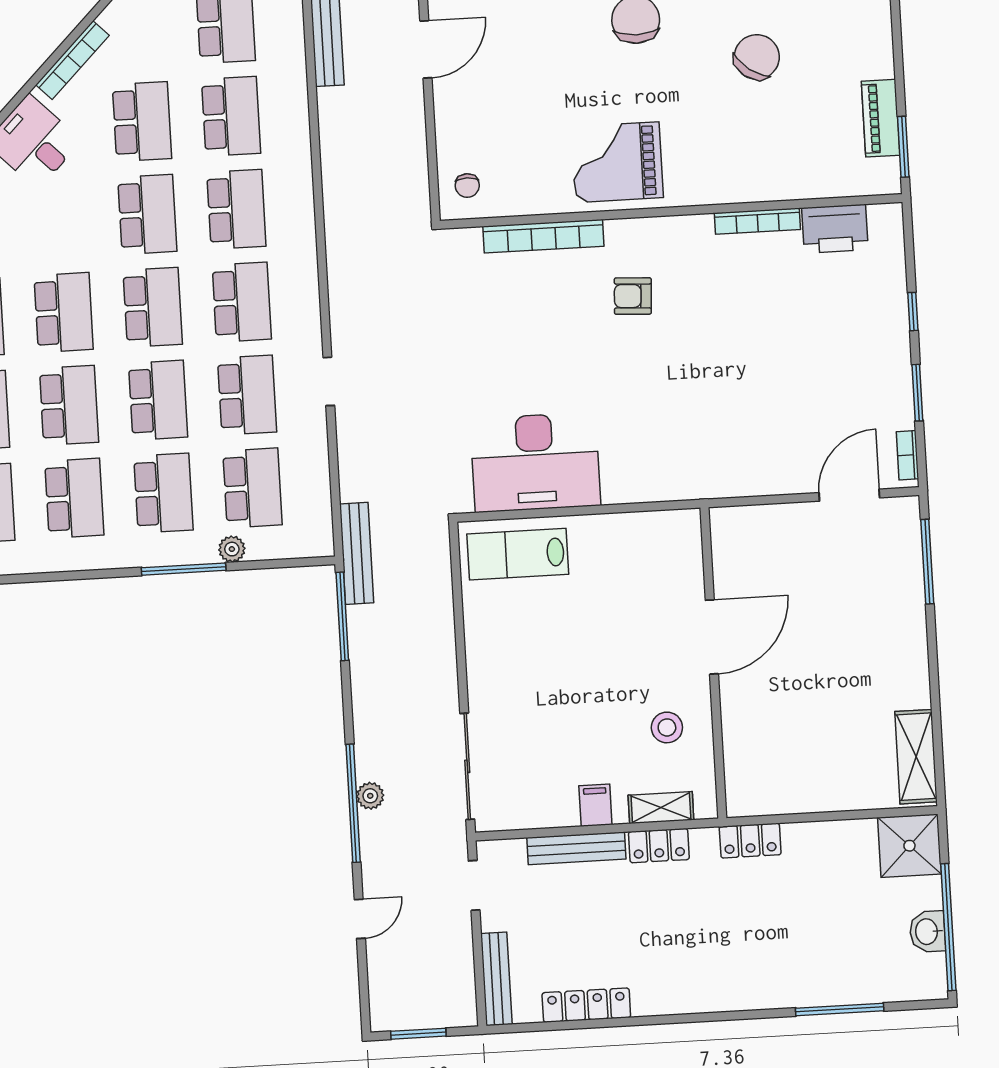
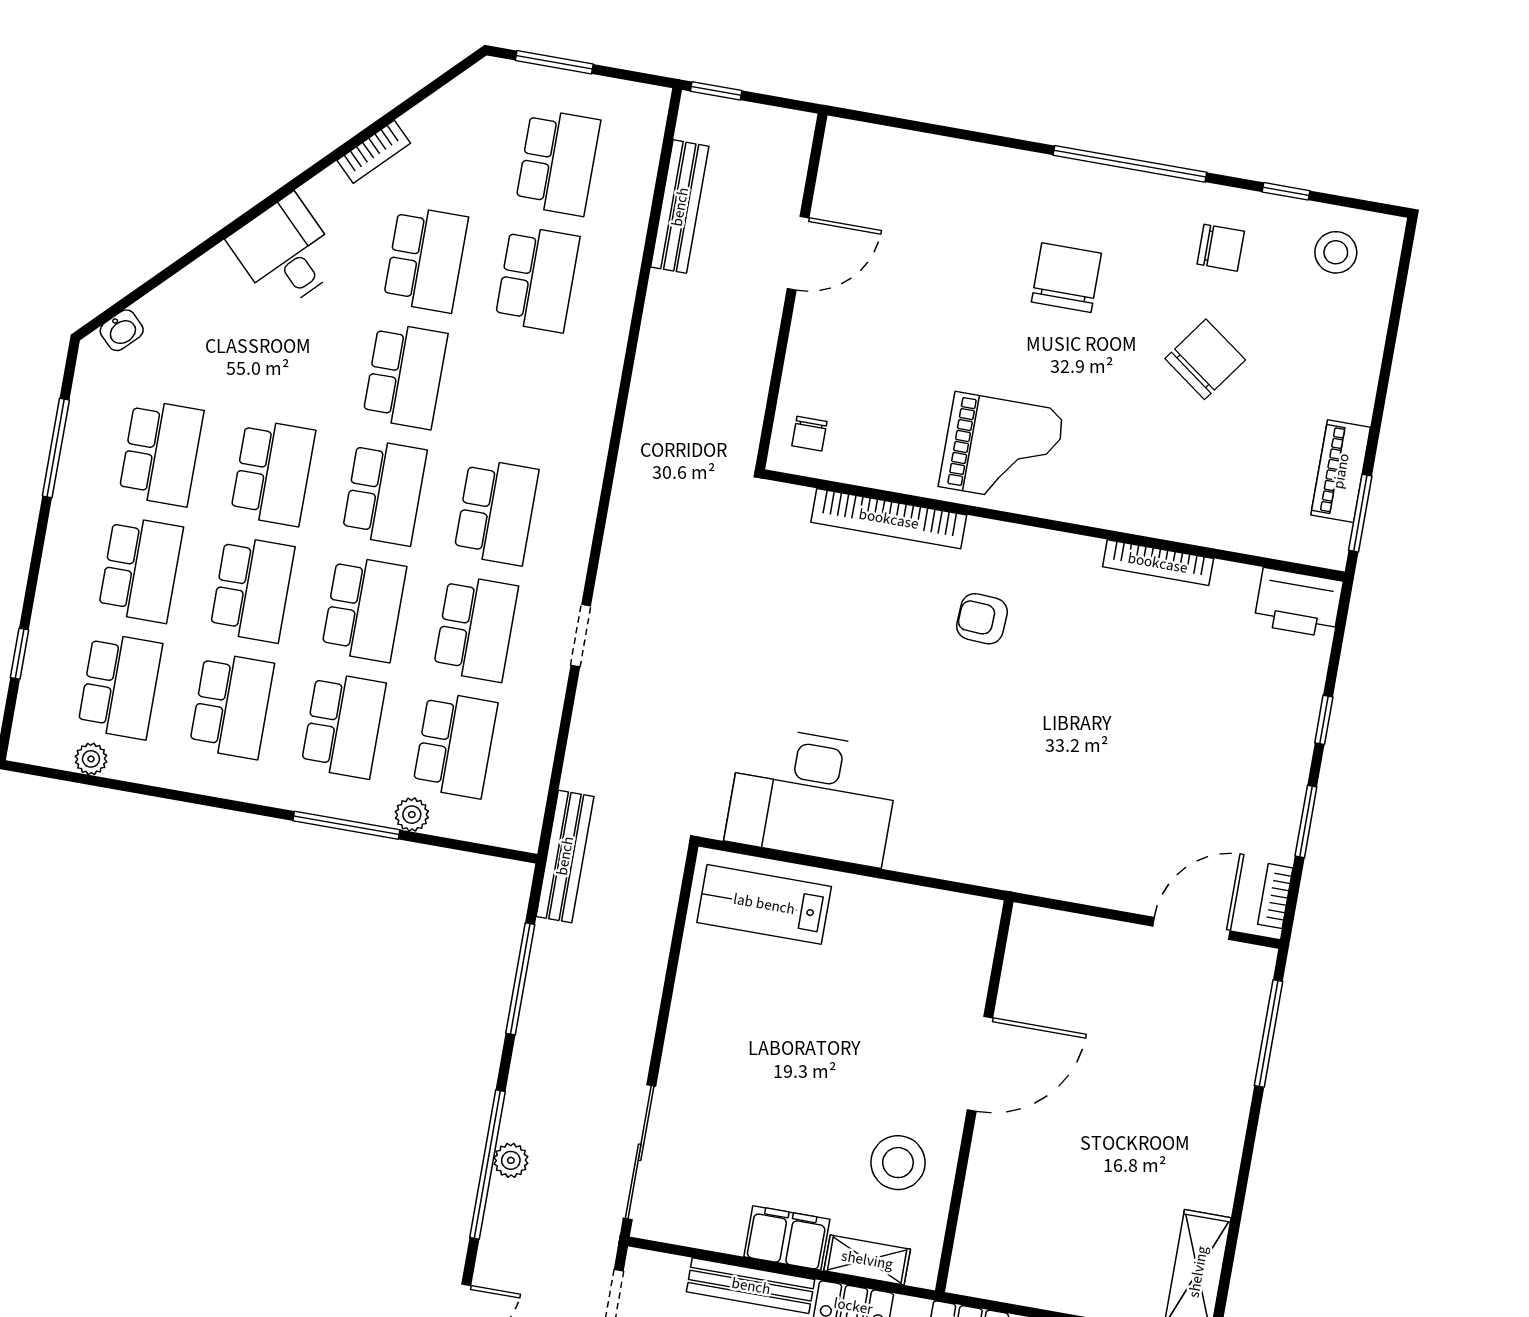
bookcase: (72, 60) -> (374, 152), width x0.64
grand piano: (617, 162) -> (1002, 449), turned 180
school desk: (236, 209) -> (517, 395), removed
printer: (835, 229) -> (1298, 603), moved
window: (342, 616) -> (520, 979), moved
stool: (667, 727) -> (898, 1163), width x1.38, depth x1.38
filing cabinet: (595, 805) -> (787, 1238), width x2.00

